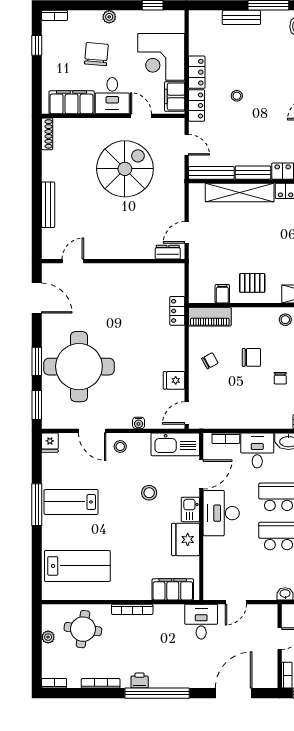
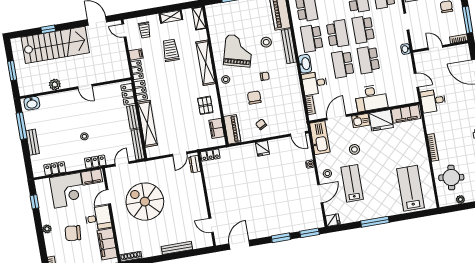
locker: (197, 72) -> (55, 168), moved
door: (187, 232) -> (180, 154), hinge flipped
filing cabinet: (222, 294) -> (217, 128), width x2.00
locker: (177, 311) -> (210, 155), moved
round table: (79, 367) -> (280, 210), removed
fridge: (174, 380) -> (262, 148), moved
door: (201, 474) -> (337, 117), hinge flipped
lab bench: (71, 502) -> (352, 183), moved, turned 180
desk: (221, 513) -> (371, 98), moved
filing cabinet: (173, 589) -> (406, 114), moved, turned -90

